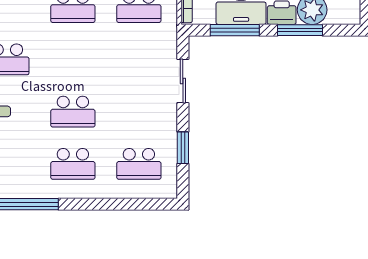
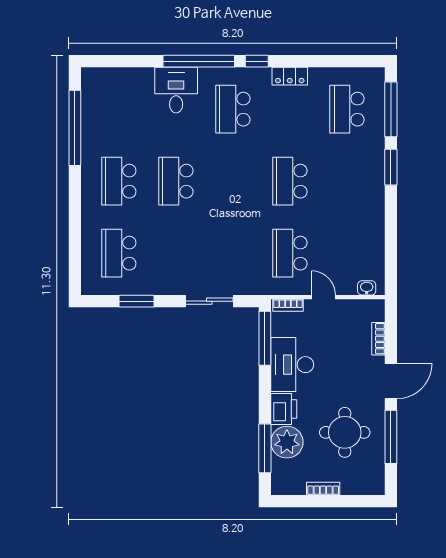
window: (235, 30) -> (265, 338), moved
window: (300, 30) -> (265, 448), moved

